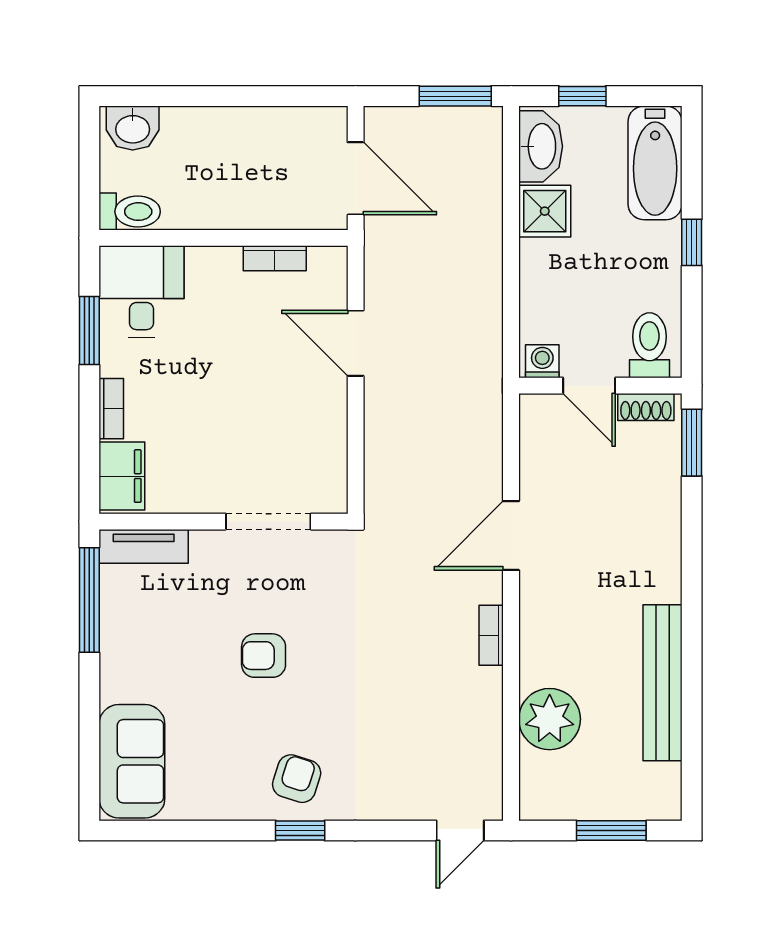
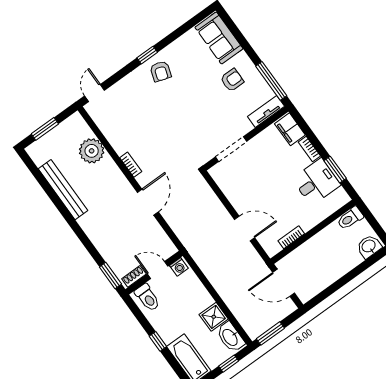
desk: (141, 291) -> (316, 182), moved, turned -90
armchair: (264, 656) -> (232, 80), moved

